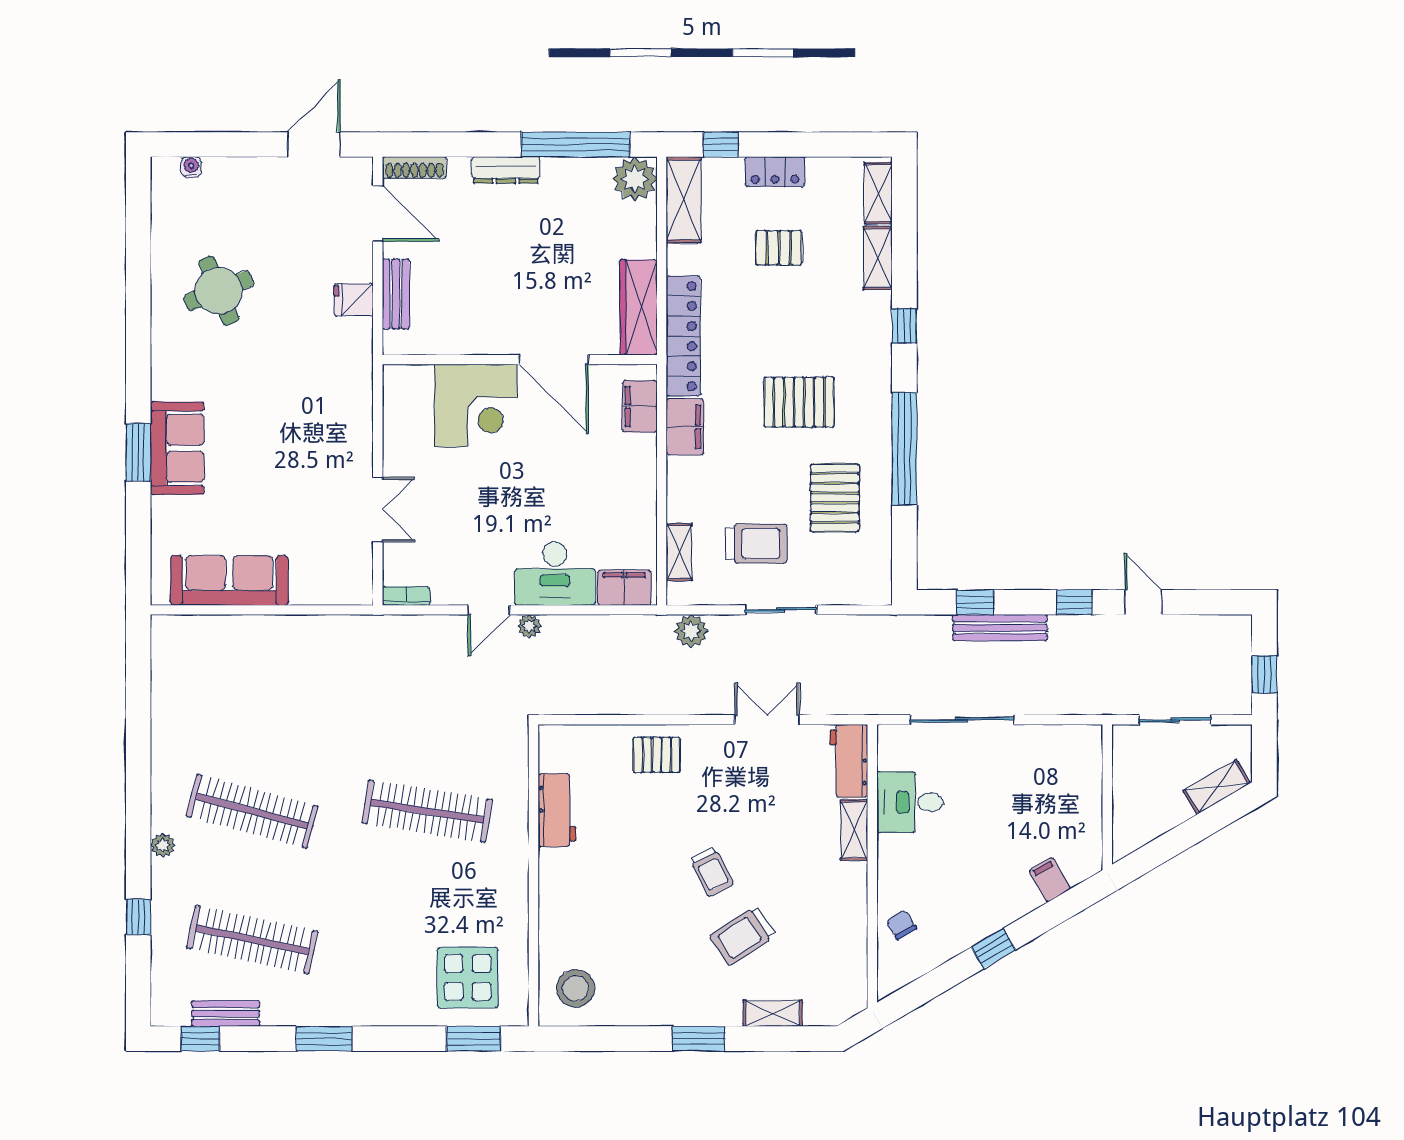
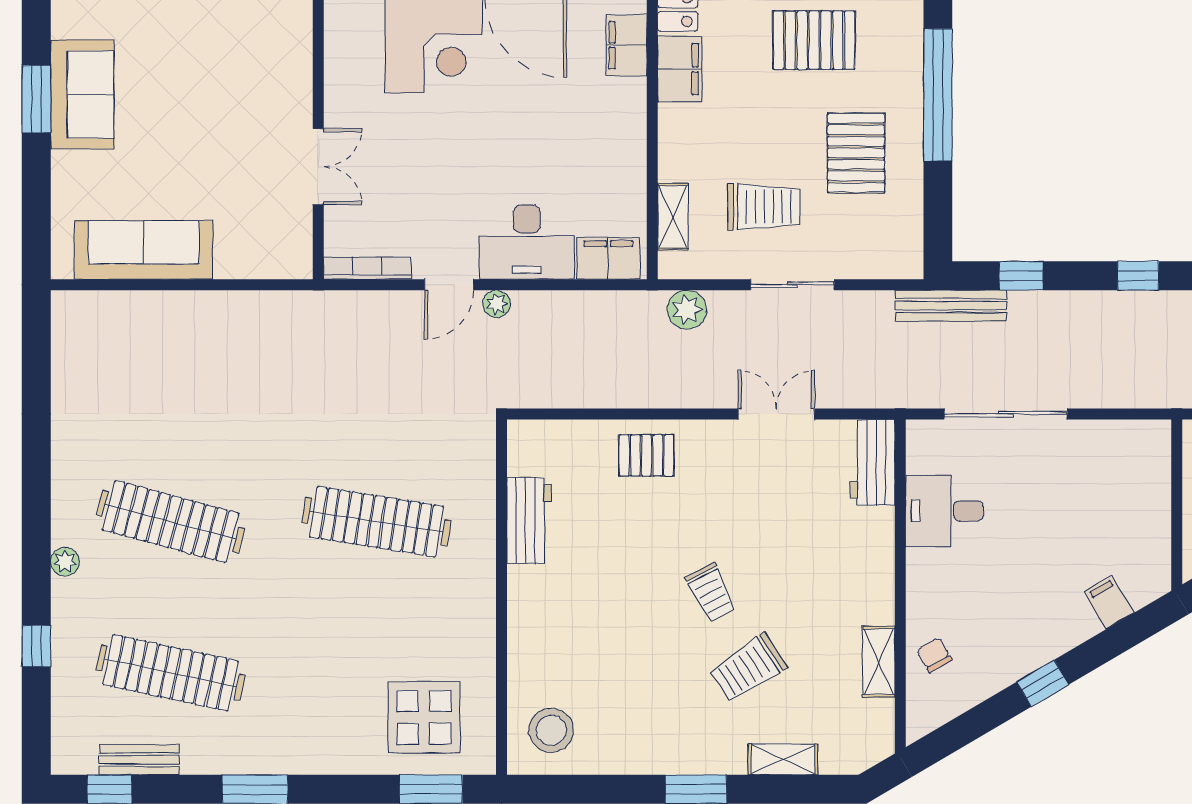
bookcase: (406, 596) -> (367, 268), width x1.56
bench: (1000, 628) -> (951, 306), moved
shelving: (854, 830) -> (879, 662), moved

